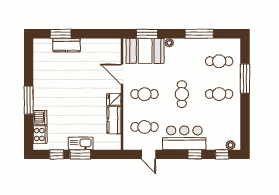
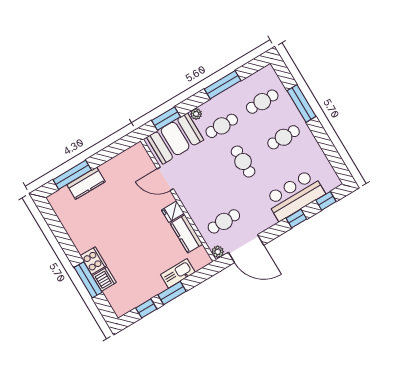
window: (61, 34) -> (72, 175), width x1.44
cafe table: (145, 94) -> (222, 126), moved
window: (29, 100) -> (88, 280), moved
cooker: (40, 135) -> (93, 261), moved
bar counter: (184, 138) -> (295, 195), moved
kitchen sink: (81, 143) -> (178, 273), moved
plant: (231, 145) -> (218, 252), moved
door: (148, 154) -> (246, 249), width x1.88

